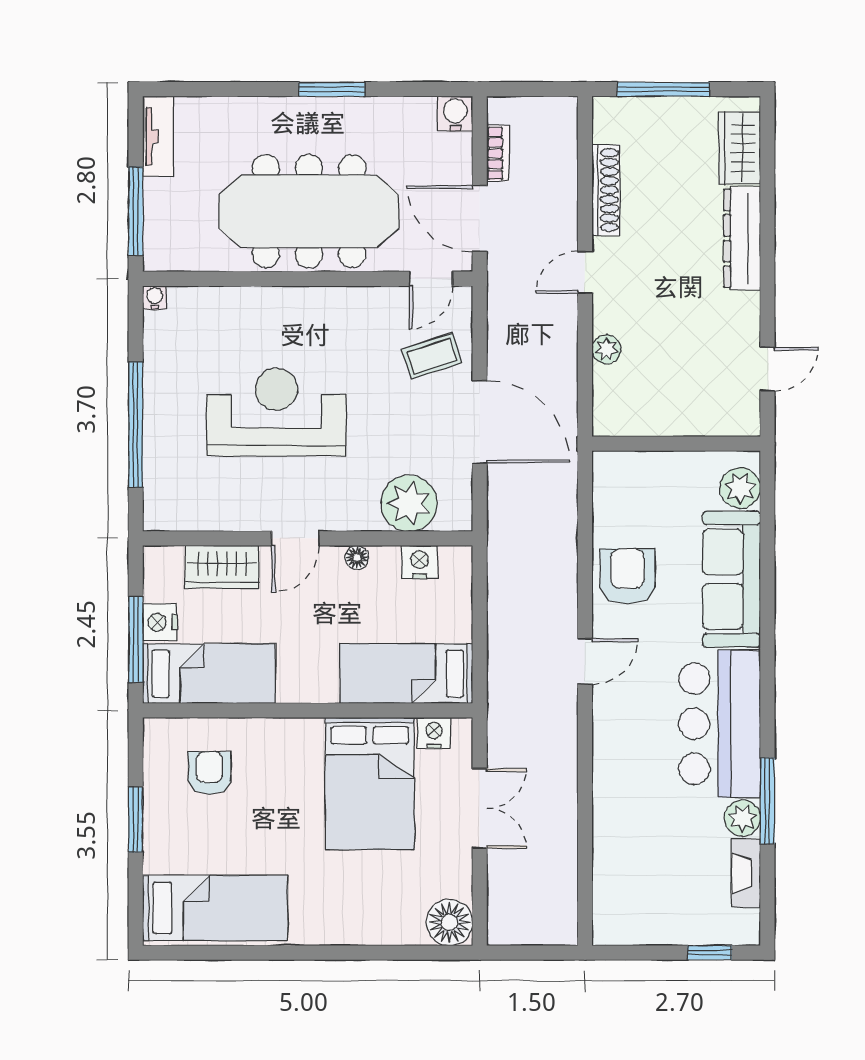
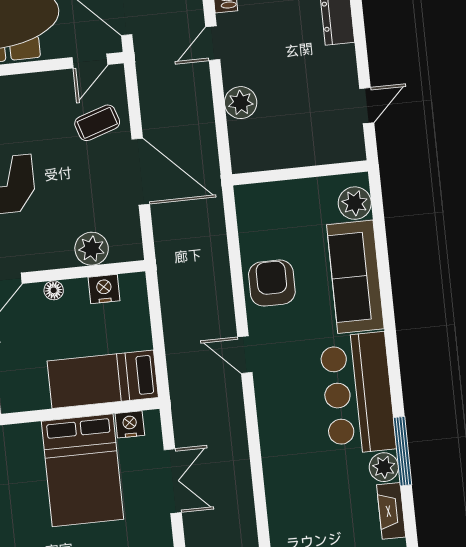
plant: (607, 349) -> (241, 103), width x1.38, depth x1.38
plant: (409, 503) -> (92, 249), width x0.73, depth x0.73
door: (585, 661) -> (245, 355), swing flipped

